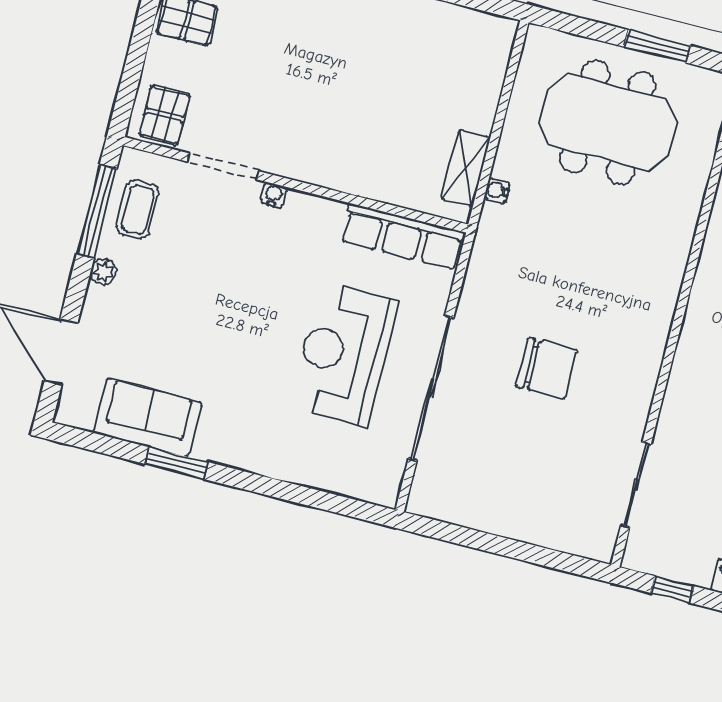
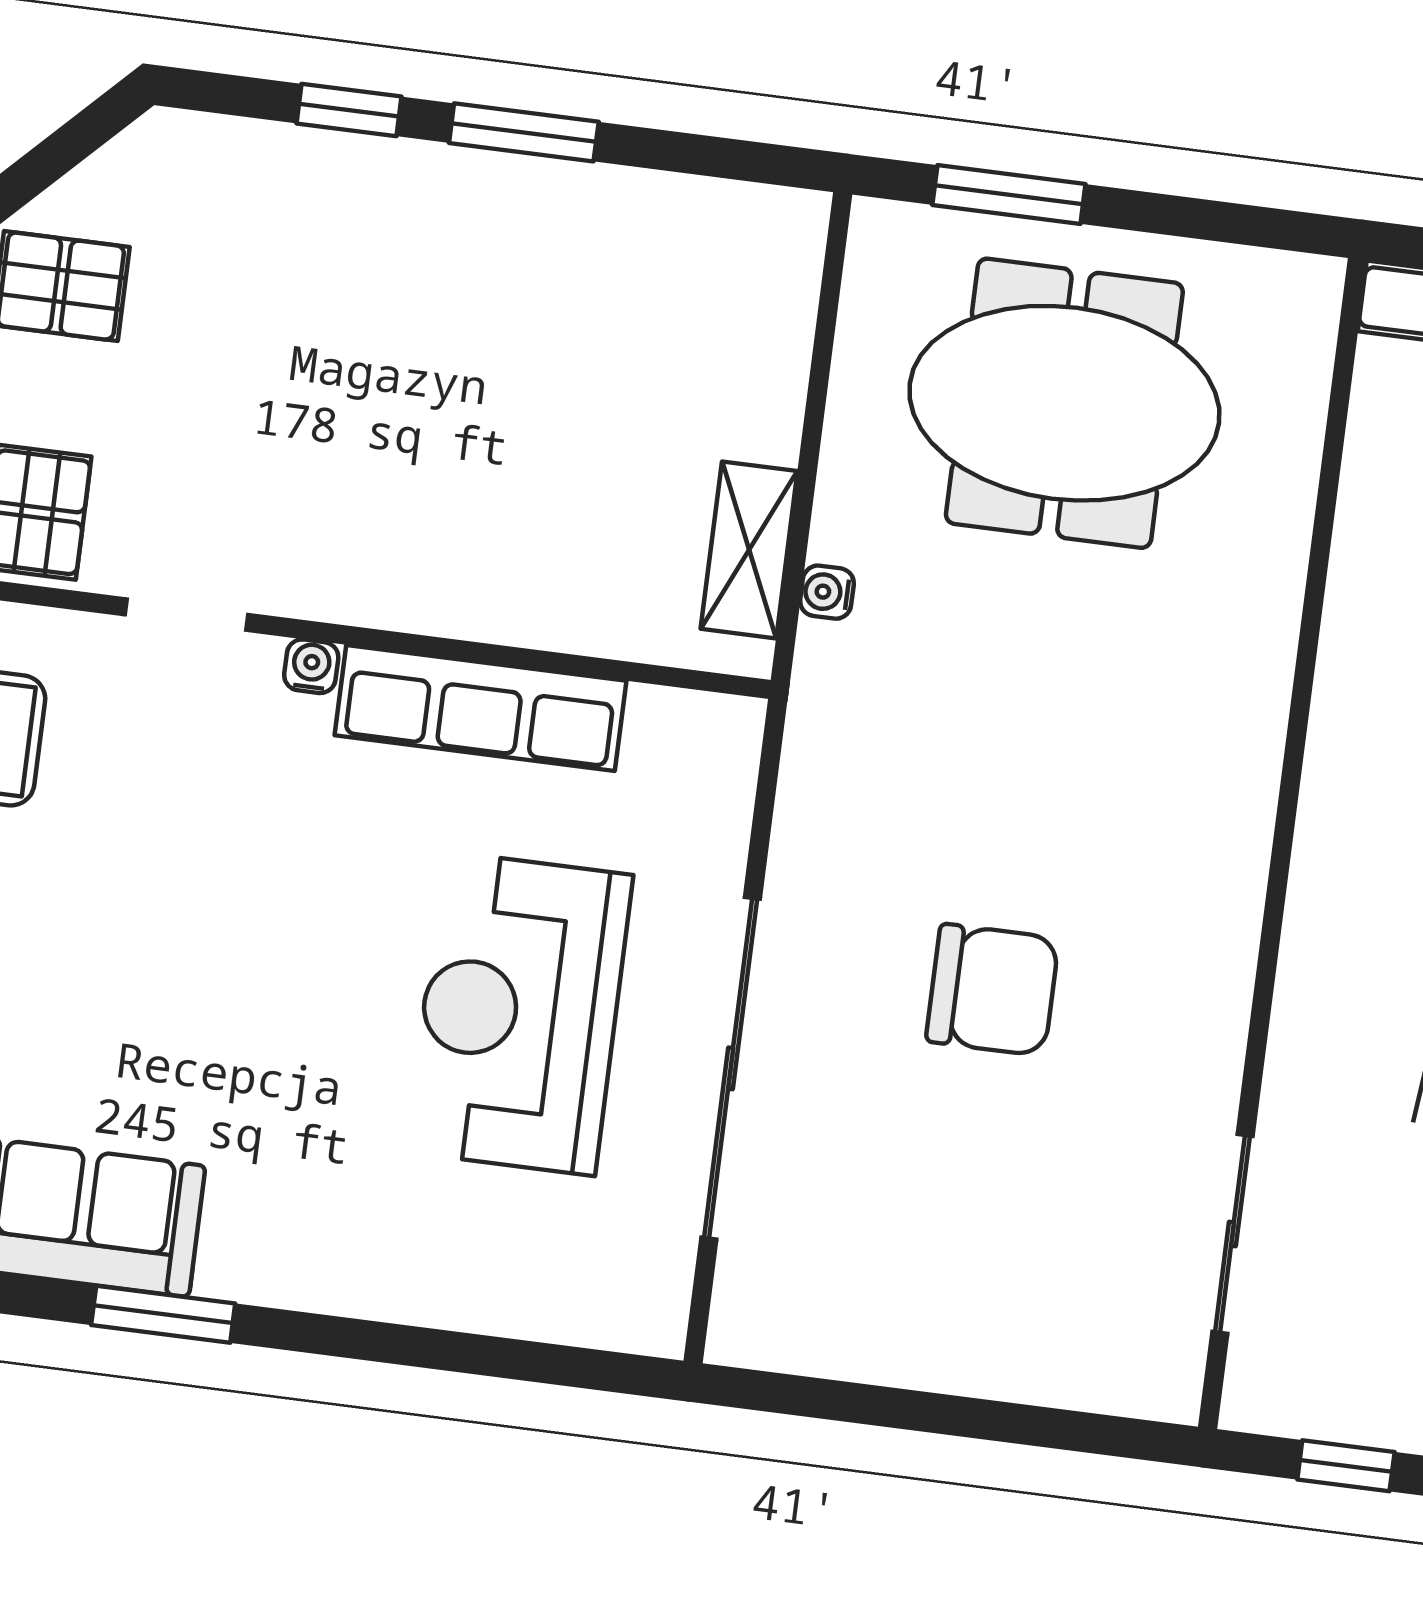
window: (657, 46) -> (1009, 195), moved
doorway: (223, 166) -> (186, 615), width x0.73
row of seats: (403, 237) -> (481, 708), moved

